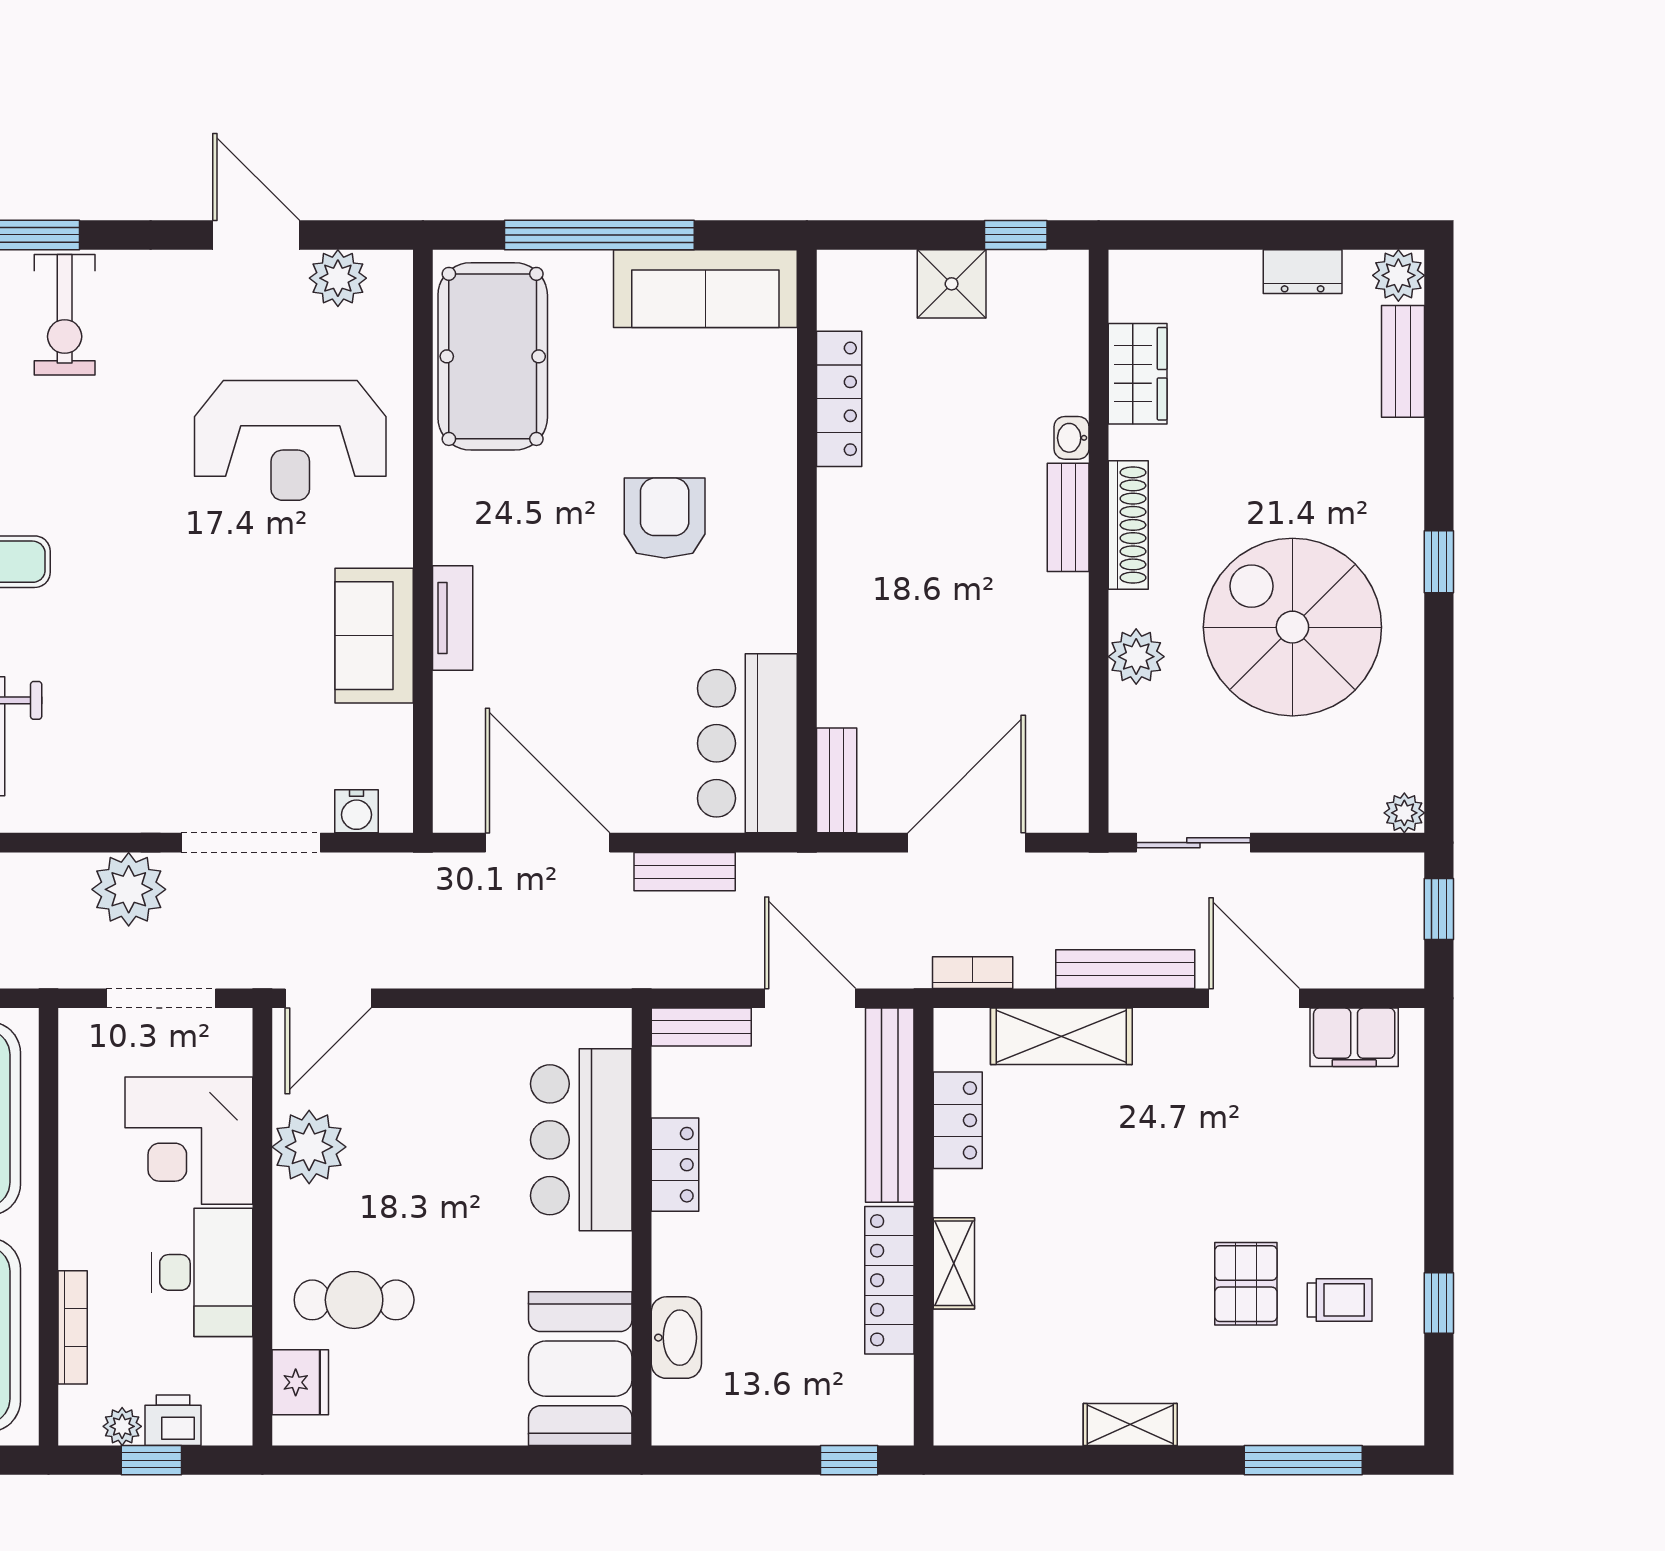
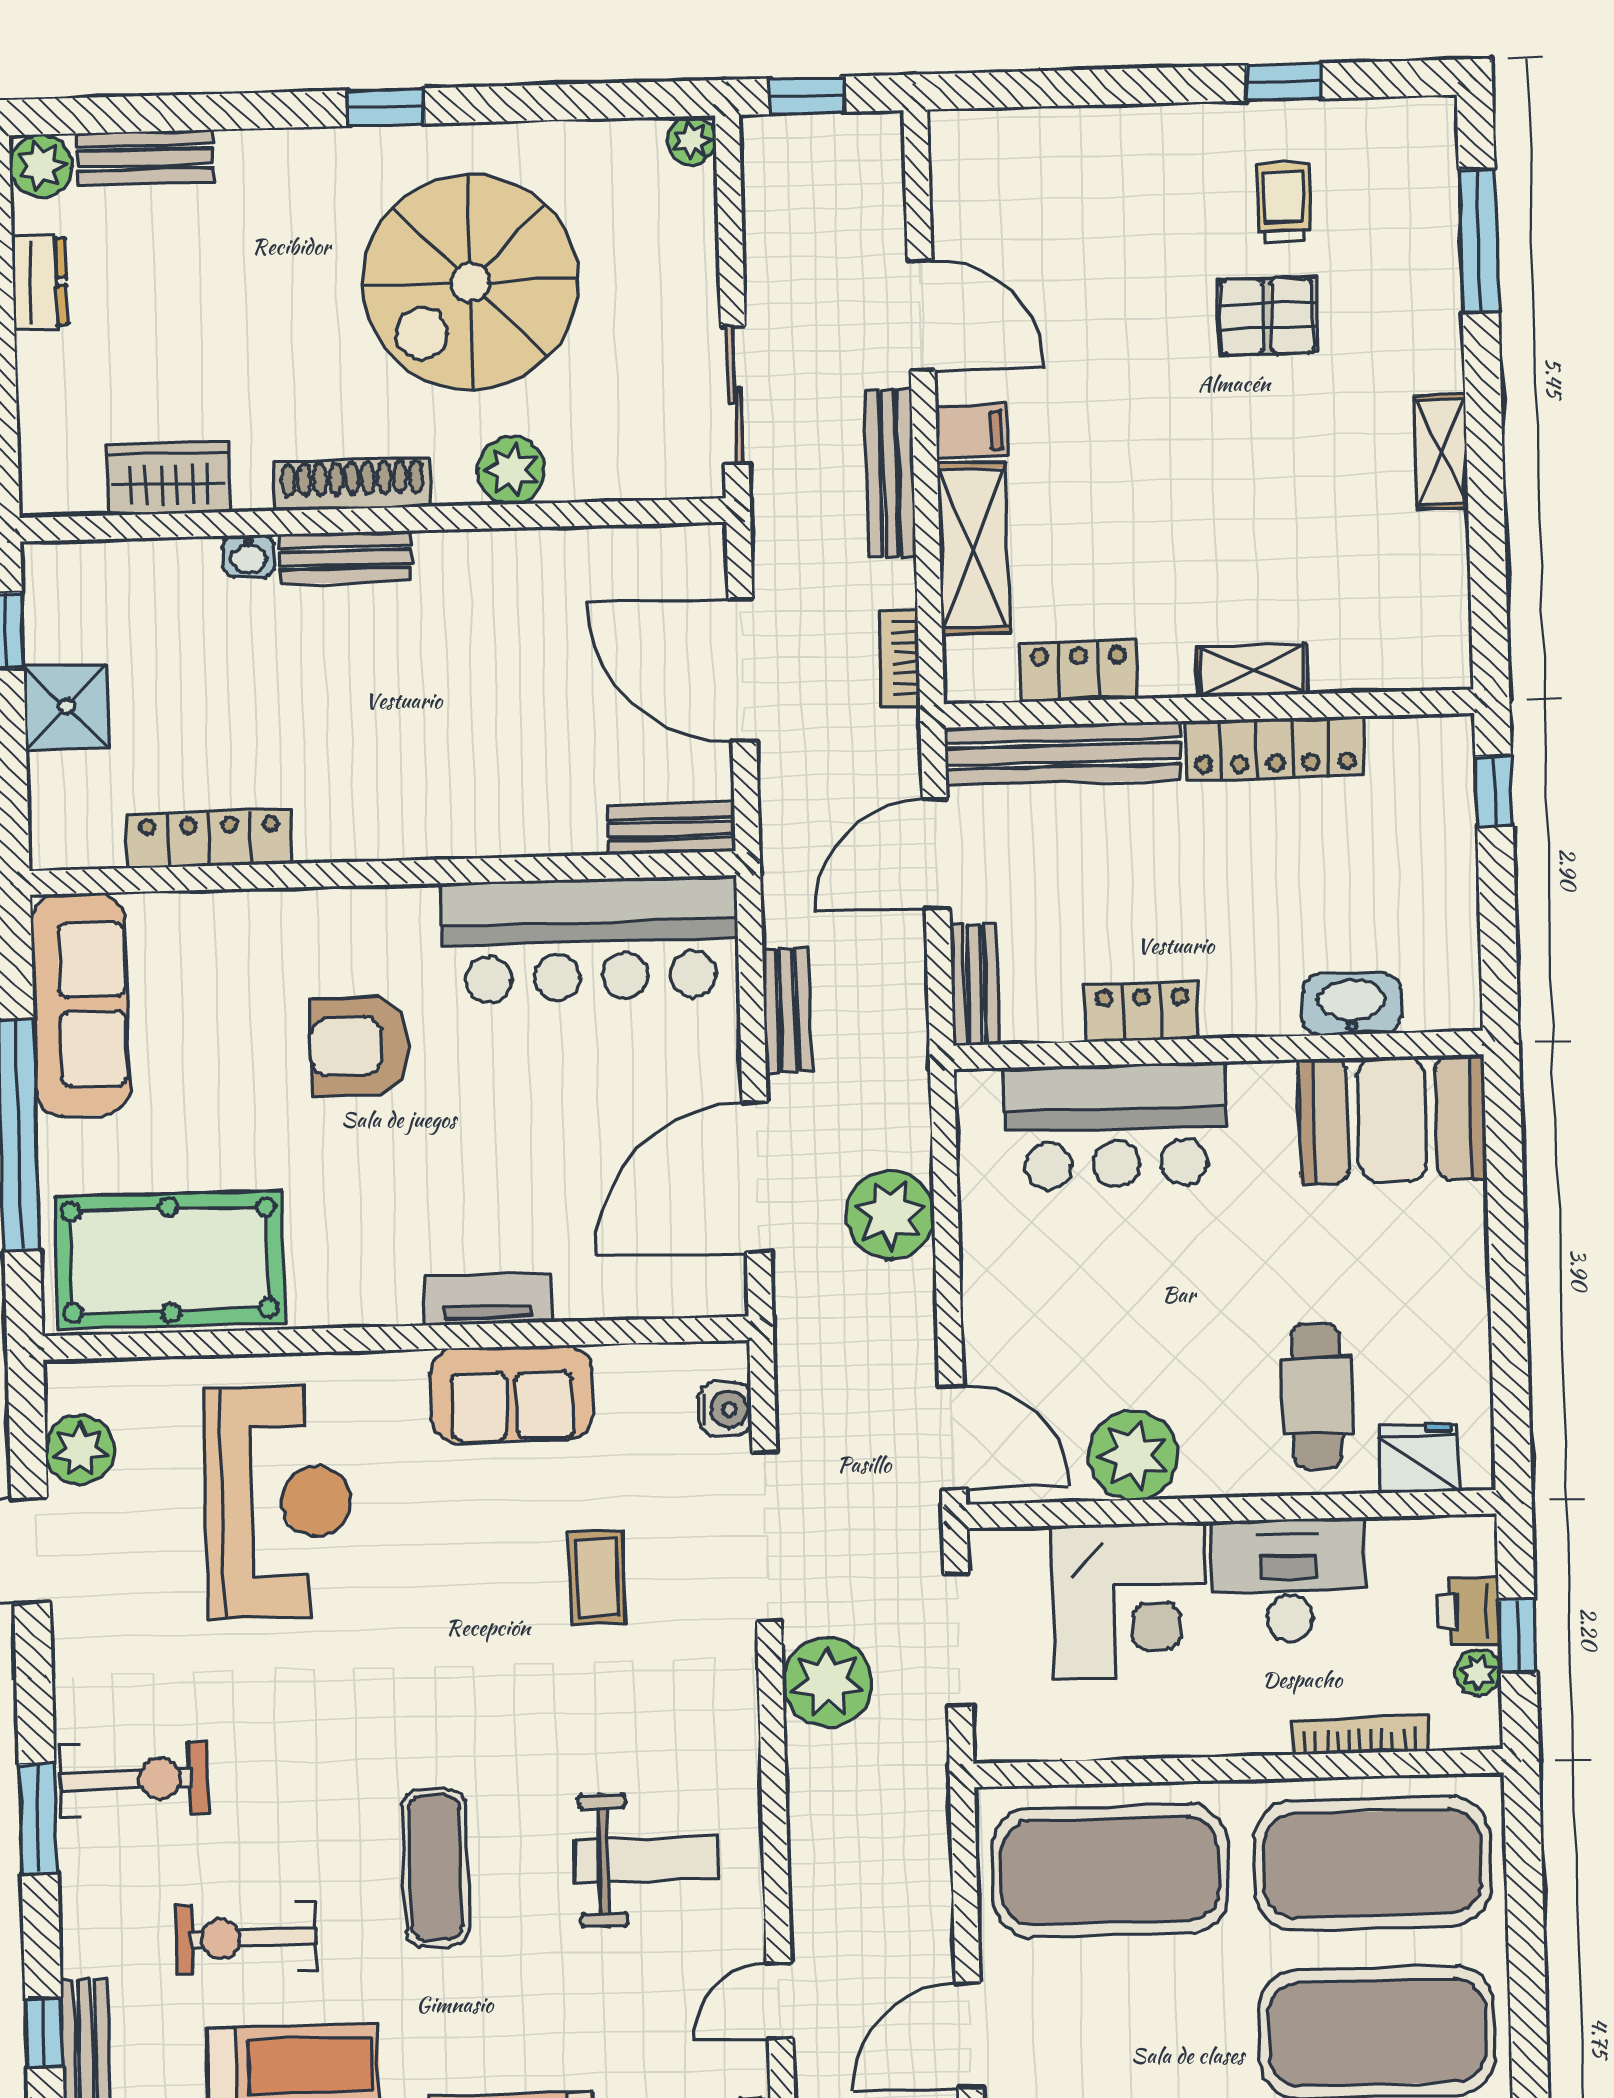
coffee table: (221, 702) -> (598, 1577), added
bar counter: (747, 743) -> (590, 939), width x1.36
plant: (513, 952) -> (890, 1215), added
door: (1254, 998) -> (921, 316), swing flipped
filing cabinet: (1354, 1037) -> (972, 431), moved, width x0.50

